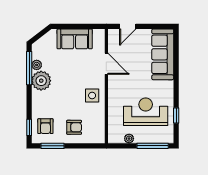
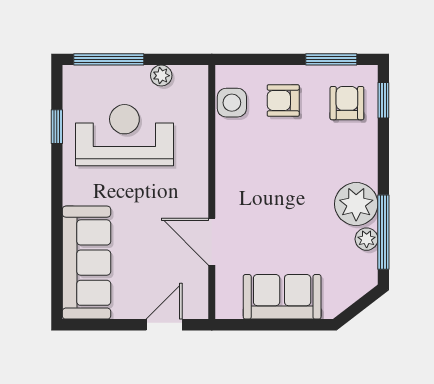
side table: (92, 95) -> (232, 103), moved
reception desk: (146, 112) -> (124, 135), turned 180

